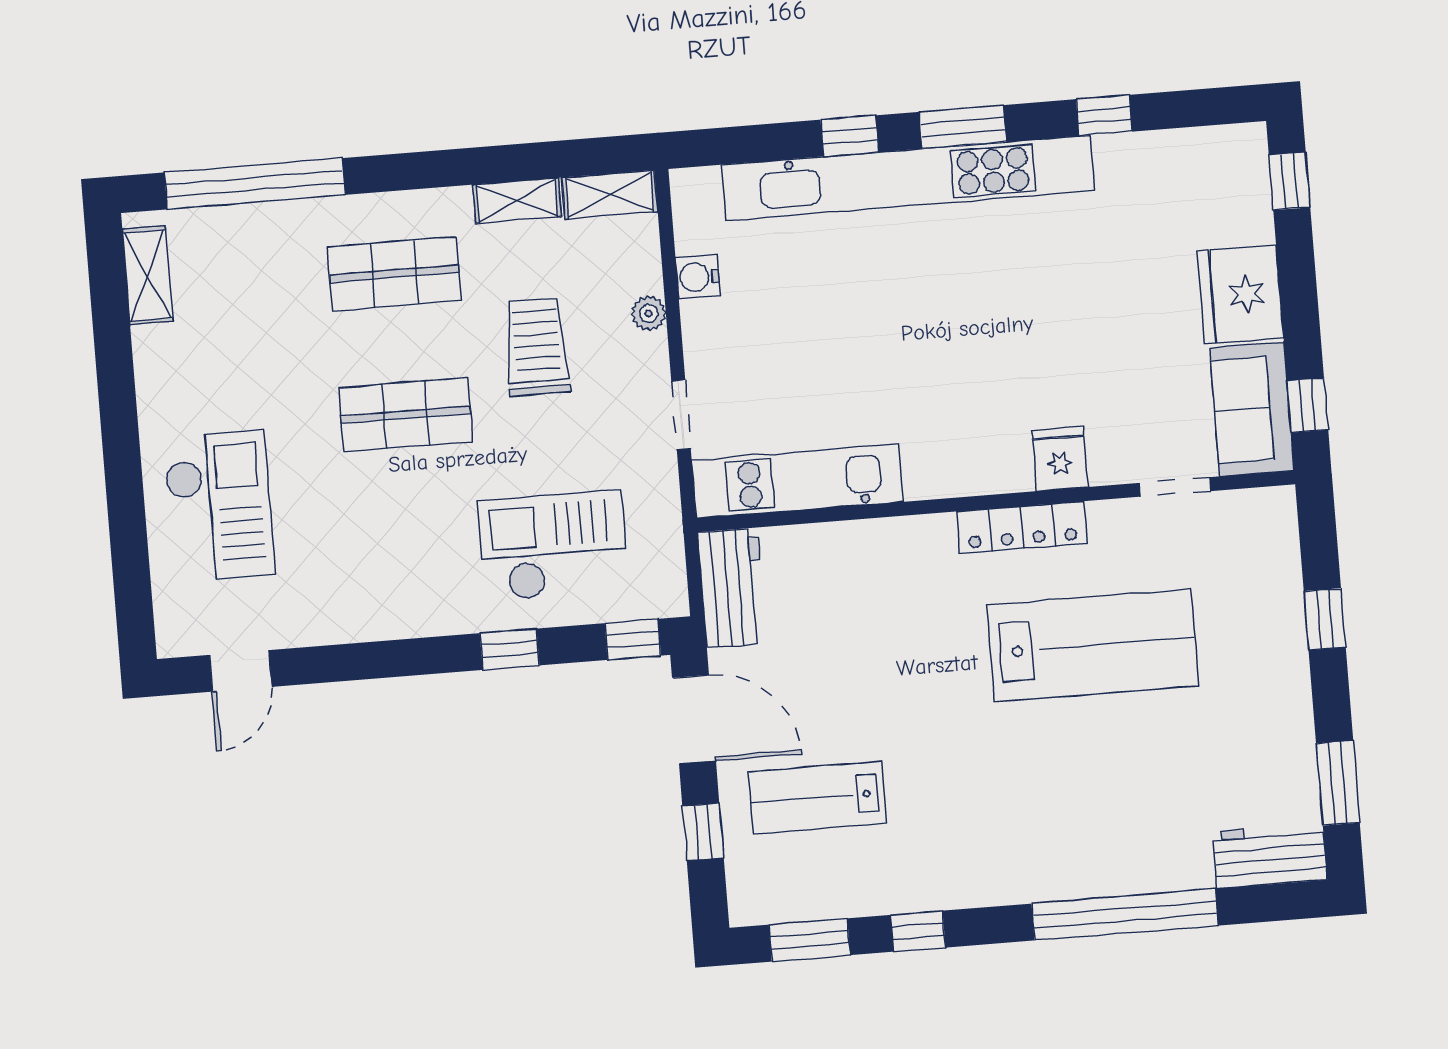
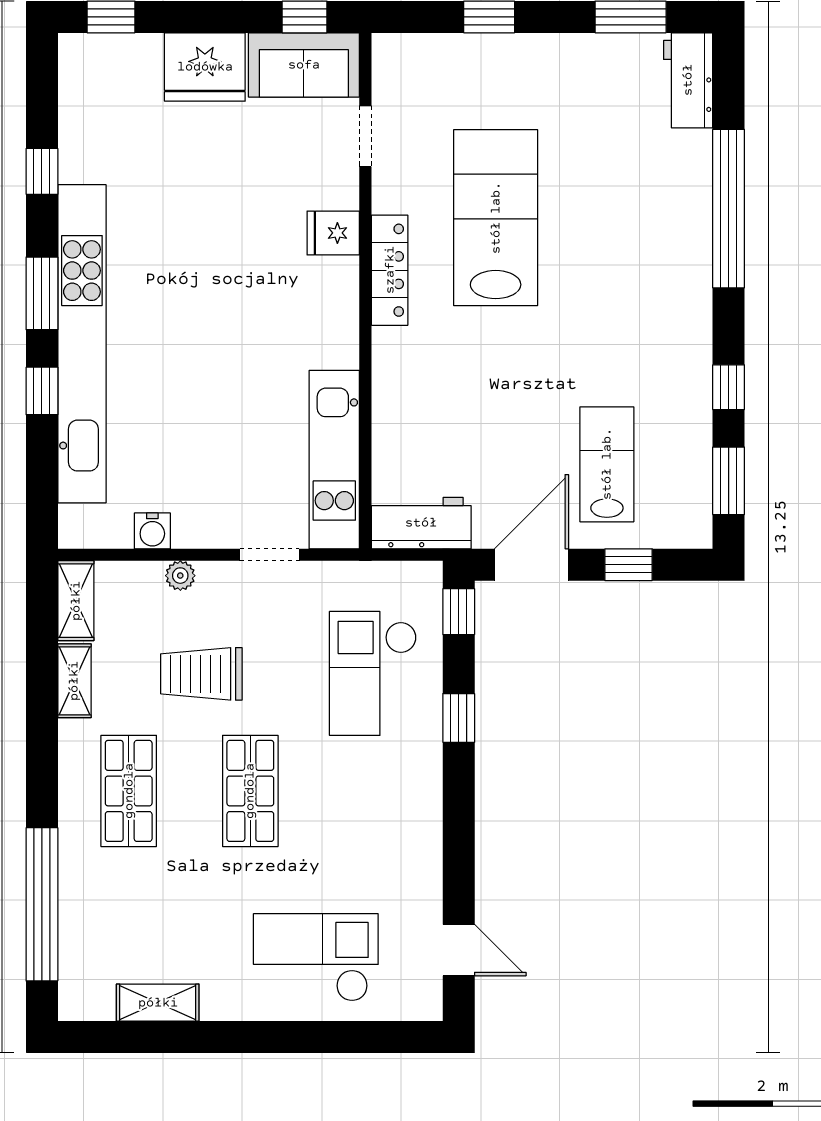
shelving: (148, 275) -> (158, 1003), moved
lab bench: (817, 797) -> (607, 464), turned 180

